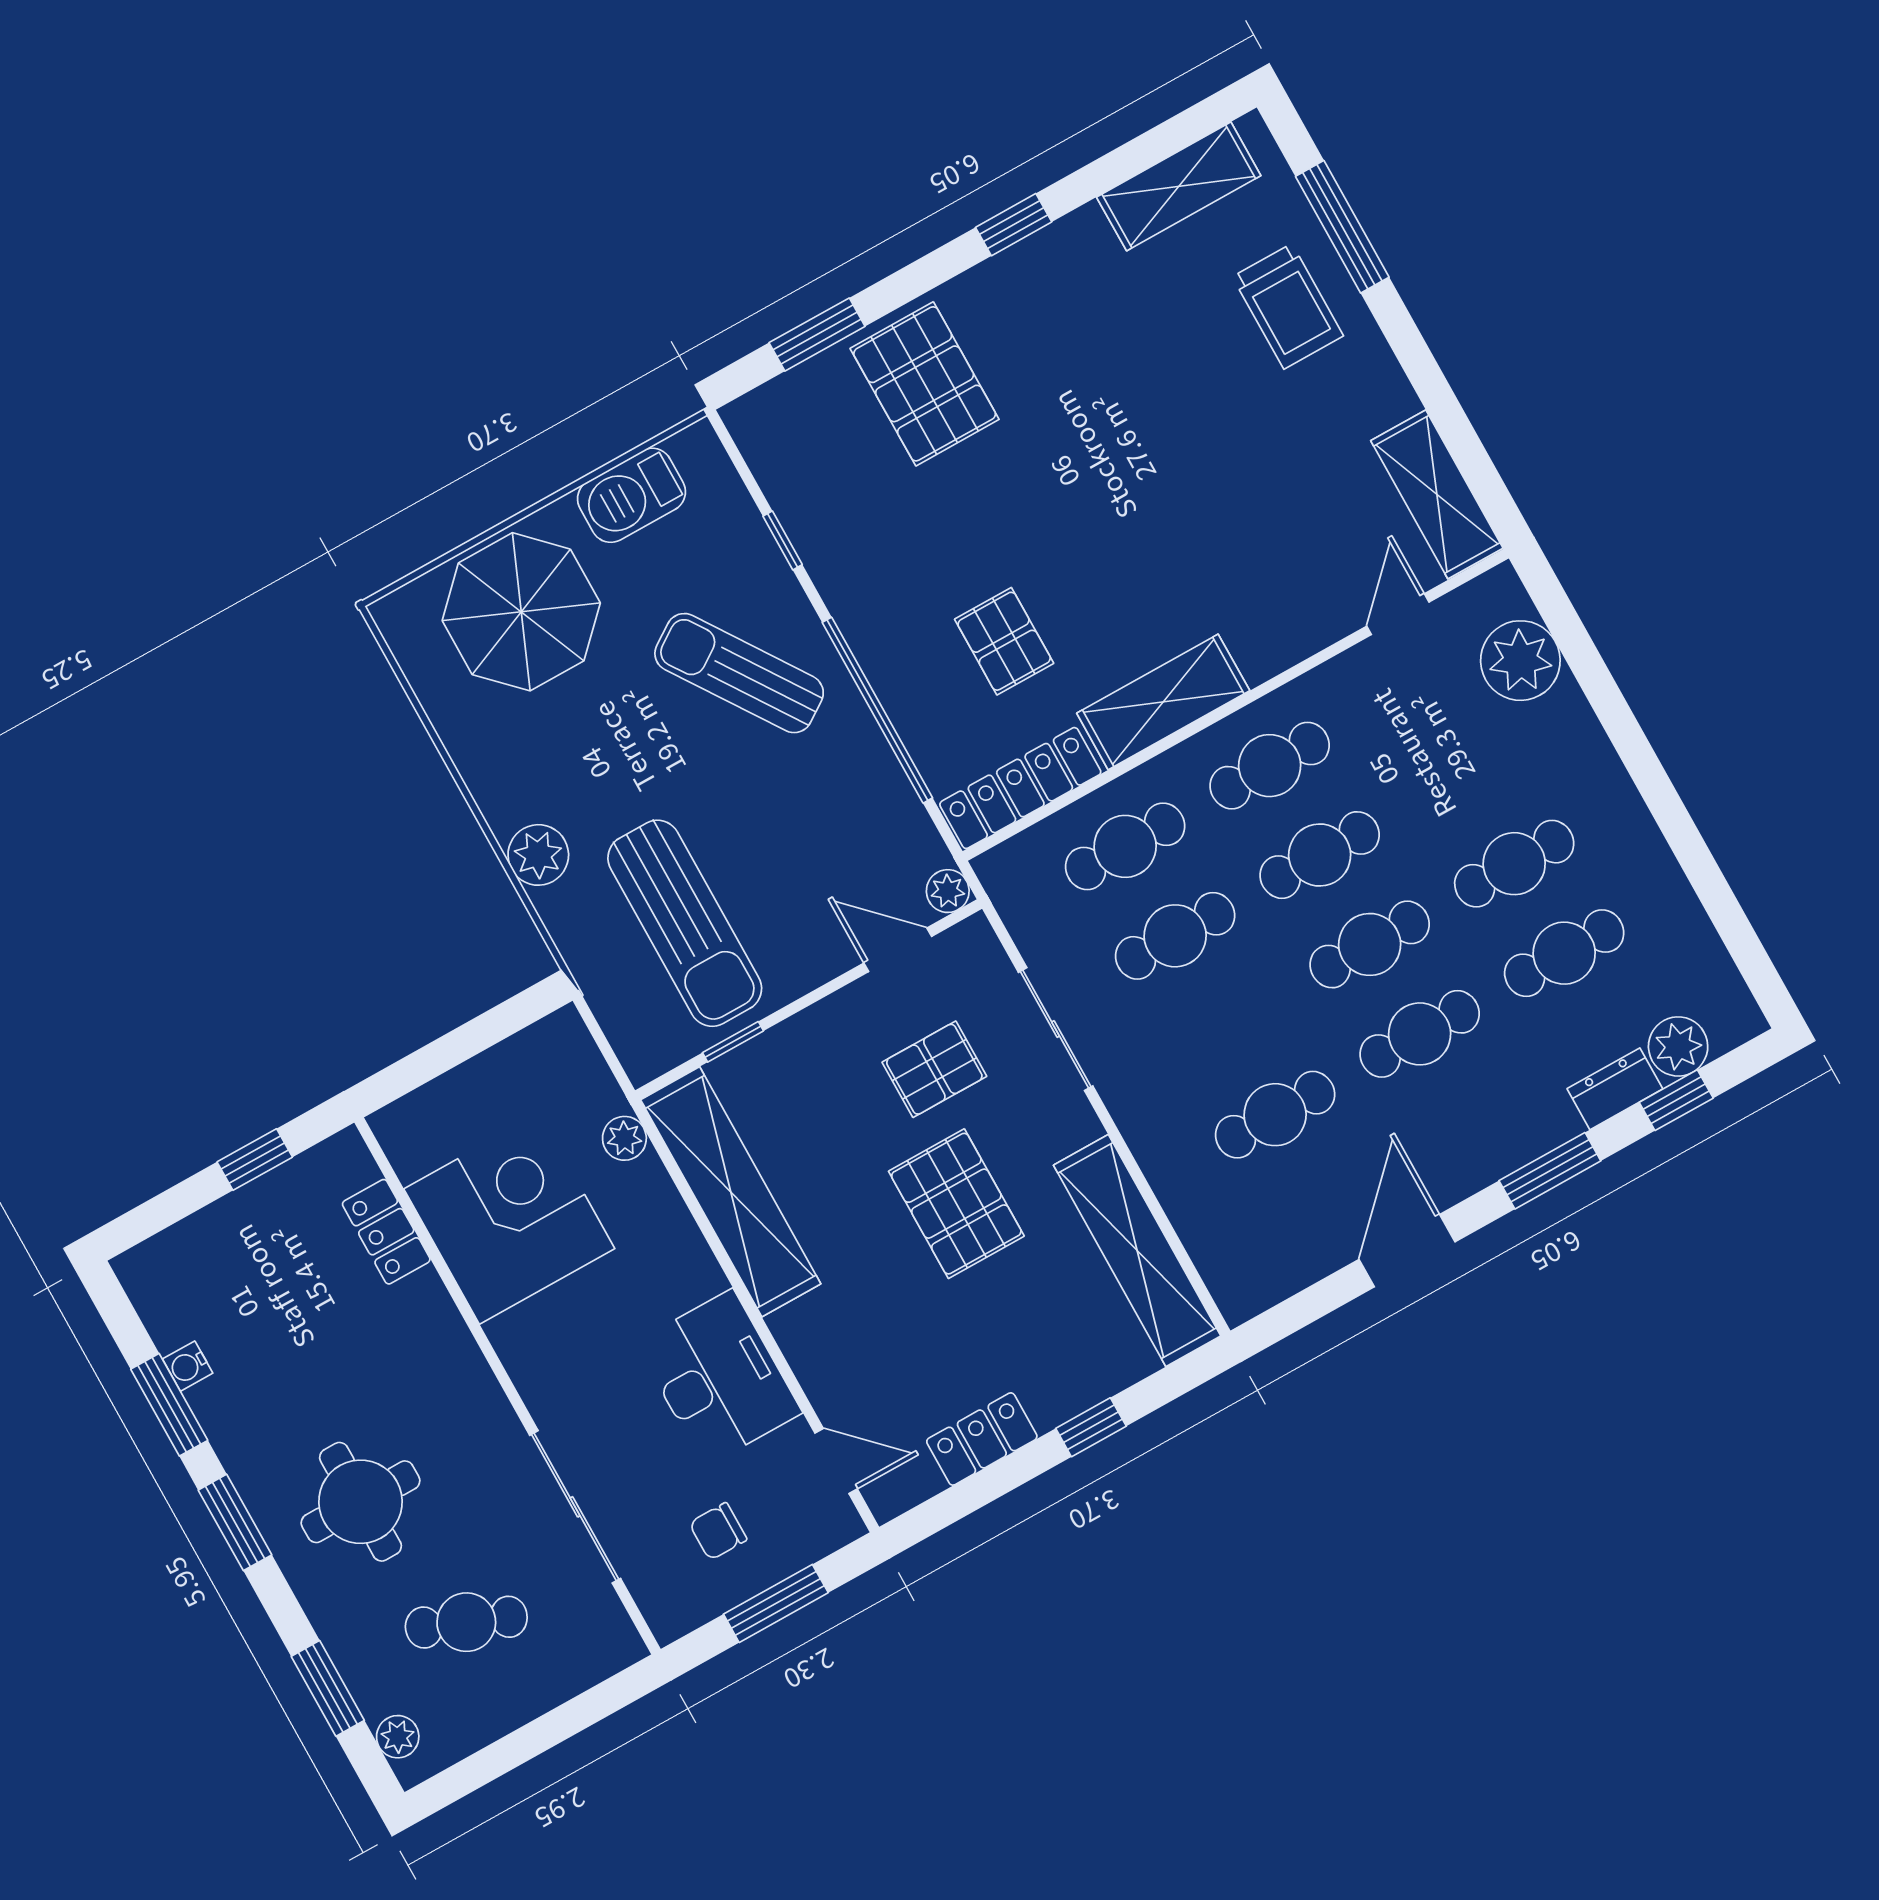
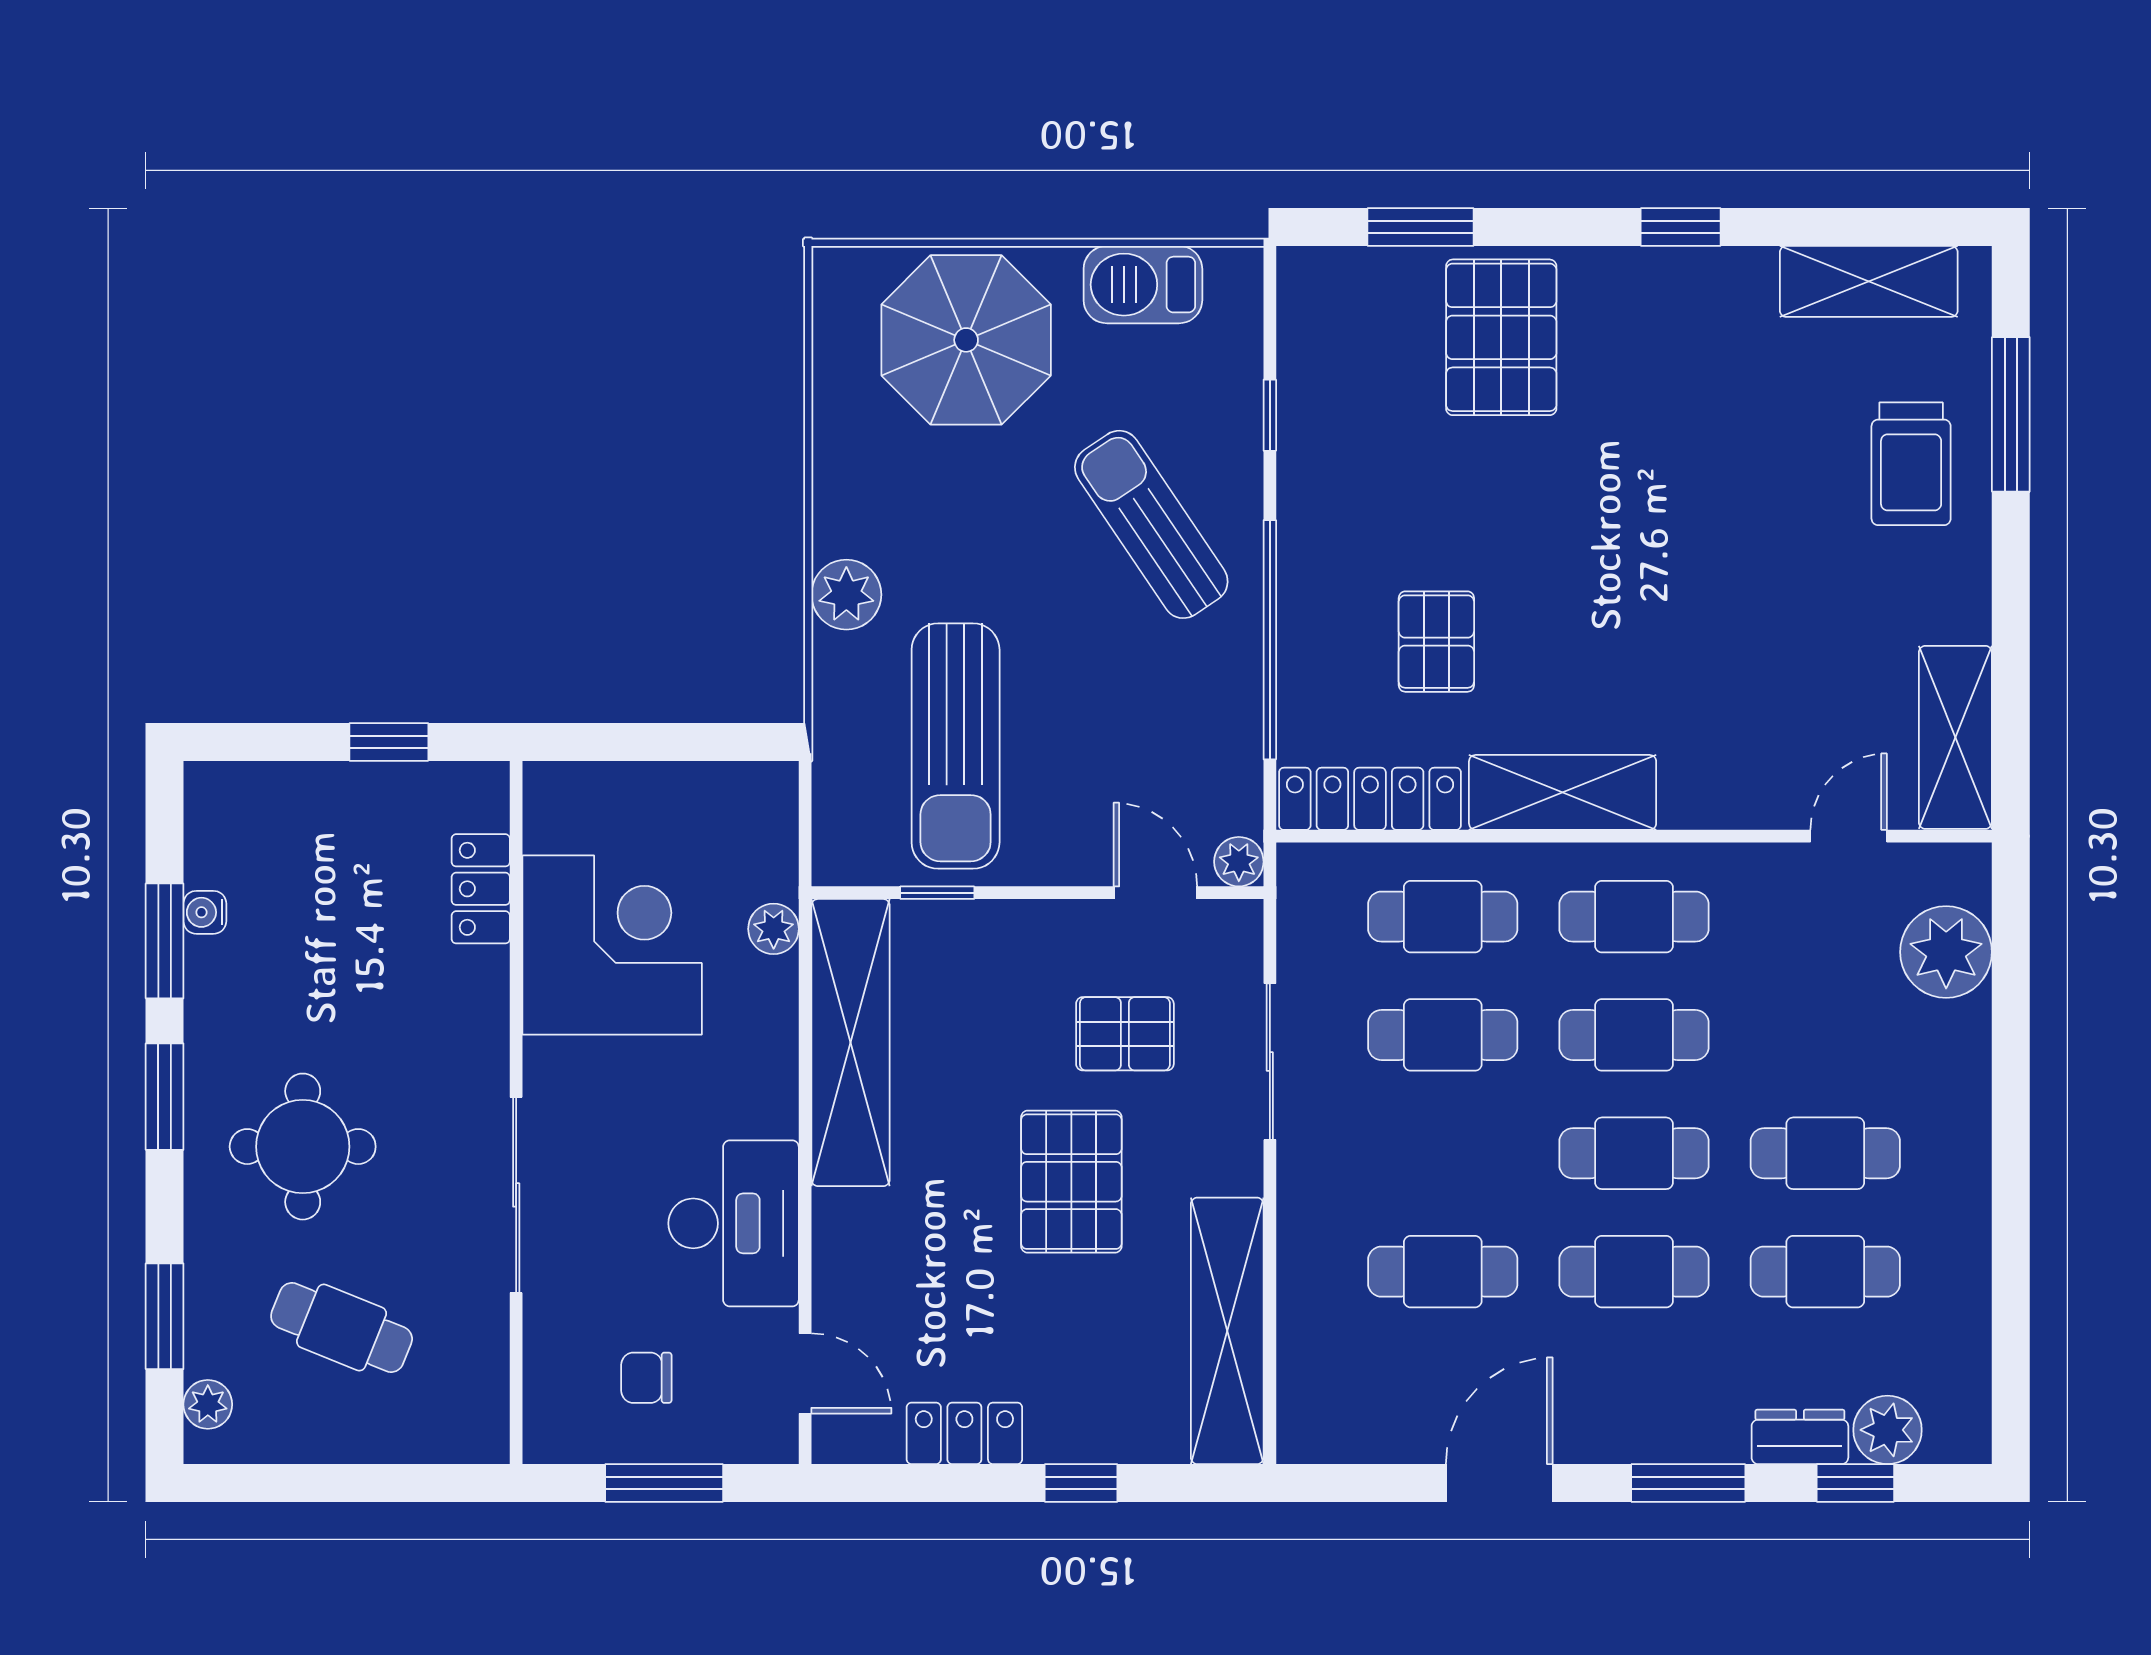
sliding door: (575, 1507) -> (516, 1195), moved

